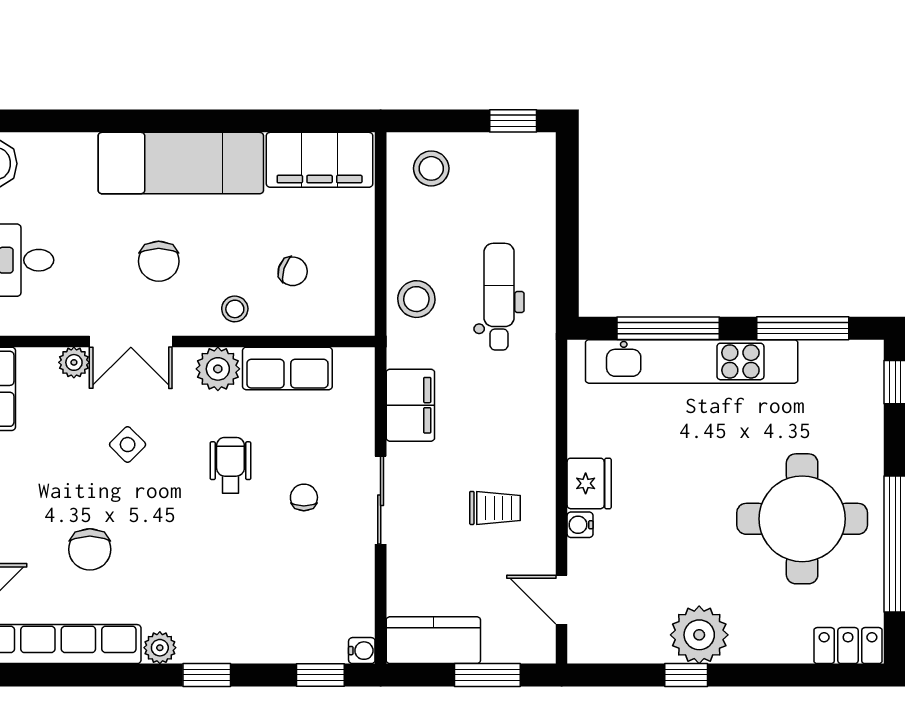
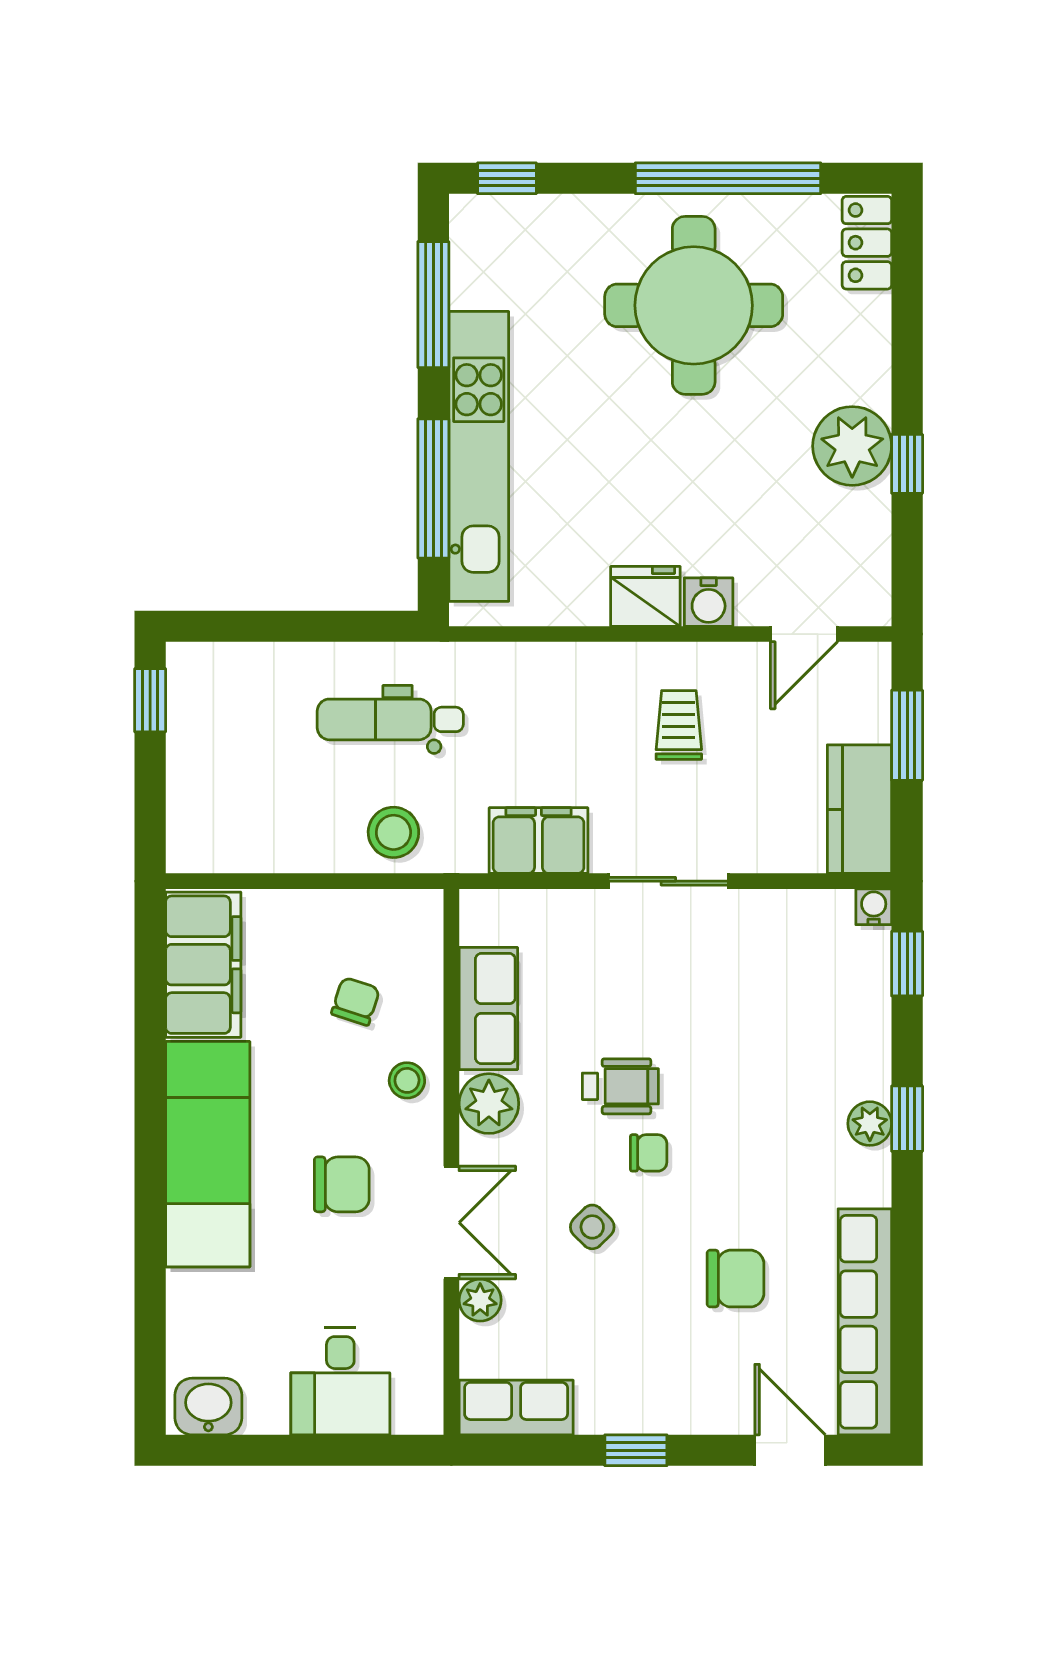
stool: (431, 168) -> (215, 812), removed
wheelchair: (230, 465) -> (620, 1086), turned 180
chair: (304, 497) -> (649, 1153), moved, turned 180
water cooler: (580, 525) -> (709, 602), width x1.38, depth x1.38
plant: (160, 648) -> (870, 1124), moved

